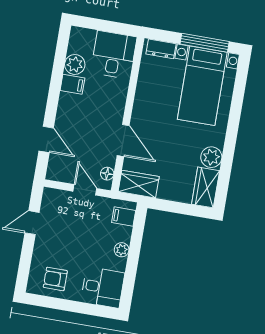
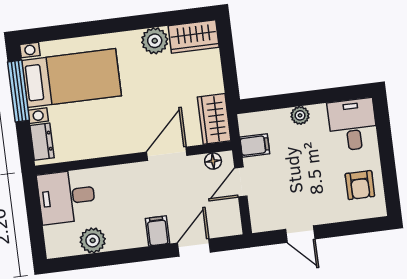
filing cabinet: (72, 84) -> (158, 231), moved
filing cabinet: (124, 216) -> (255, 145), moved, turned -90

